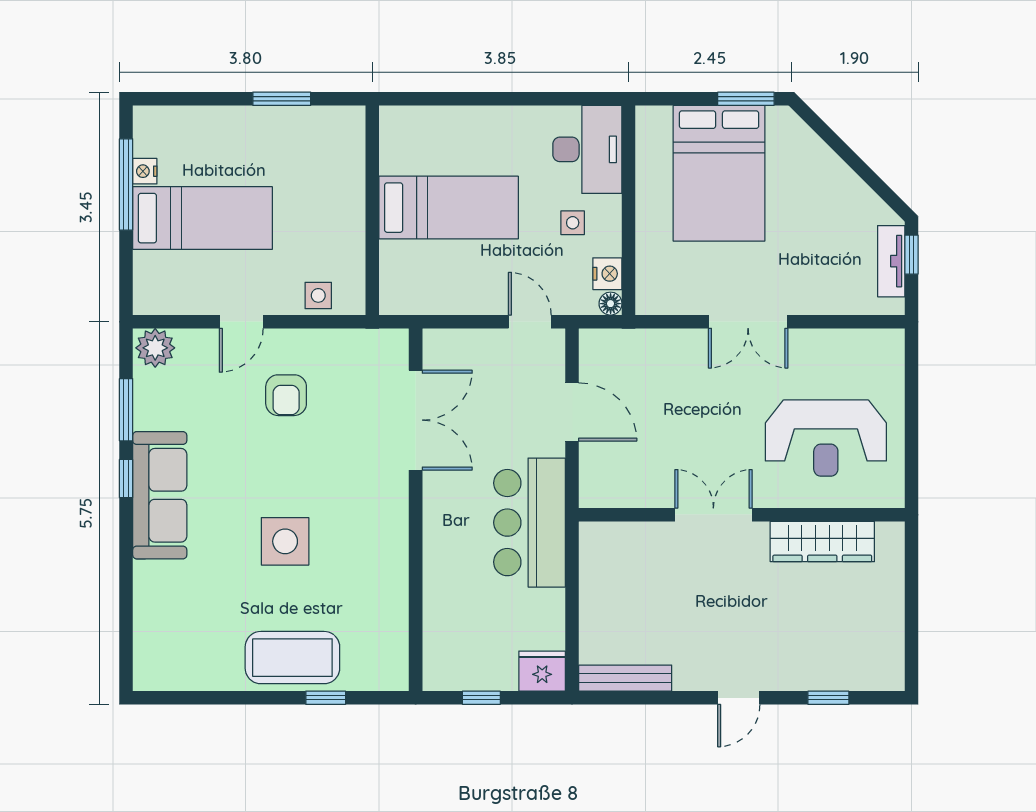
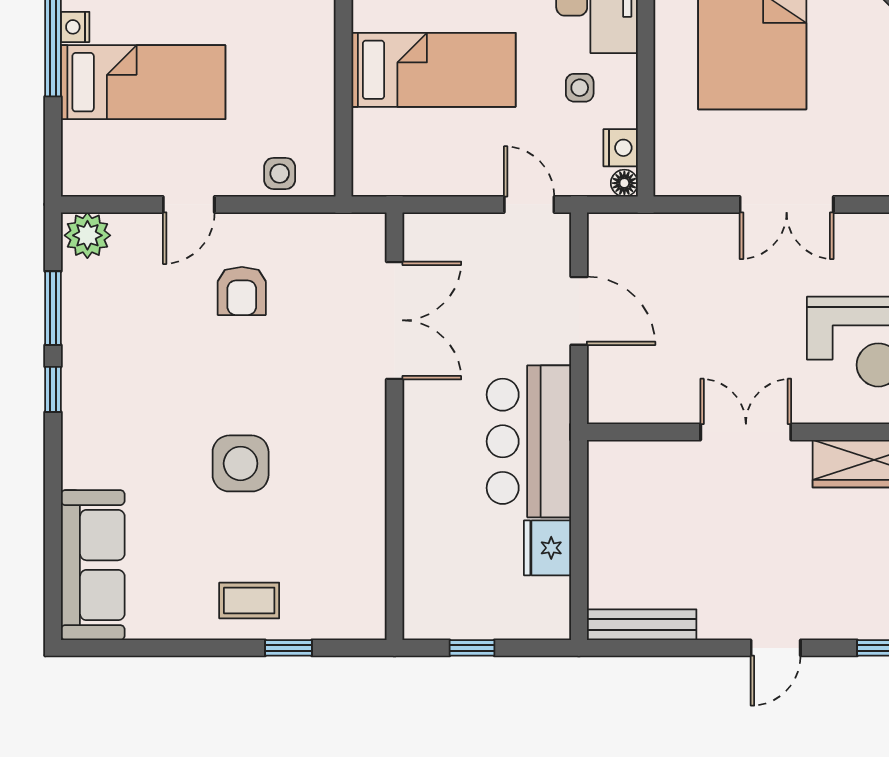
sofa: (160, 495) -> (93, 565), moved
coffee table: (292, 658) -> (249, 601), width x0.54, depth x0.58
fridge: (542, 671) -> (547, 548), moved, turned -90

